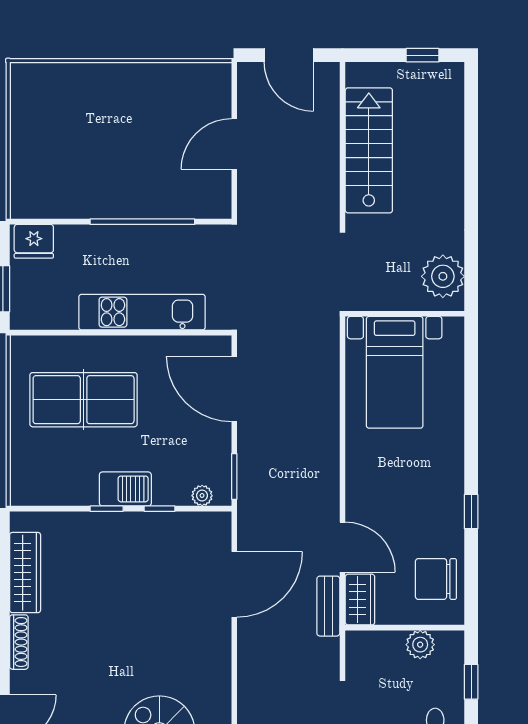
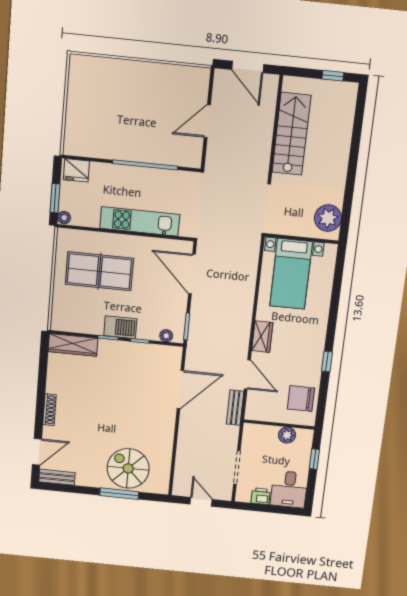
plant: (20, 318) -> (64, 218), added
wardrobe: (25, 573) -> (73, 345), moved, turned 90
wardrobe: (360, 600) -> (262, 337), moved

